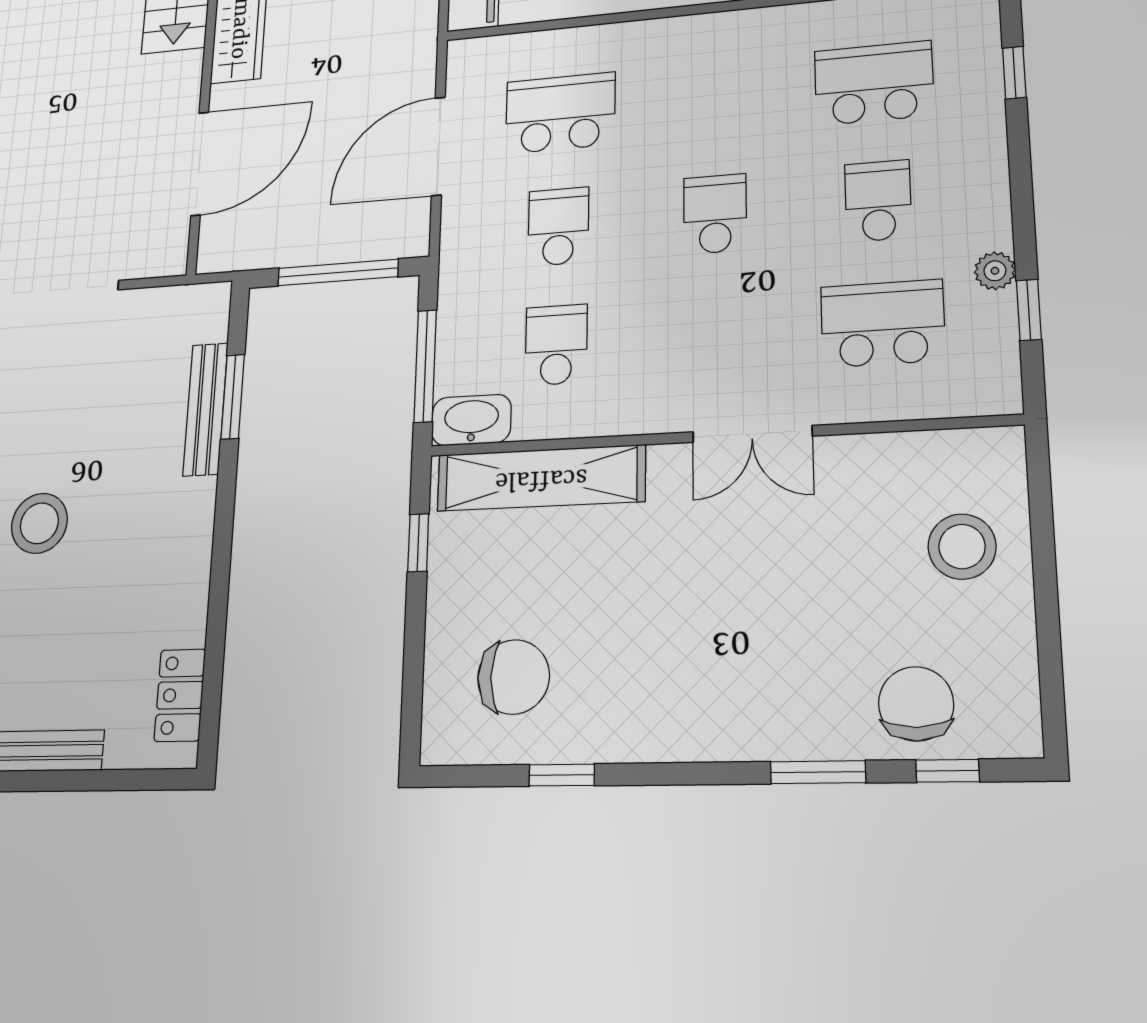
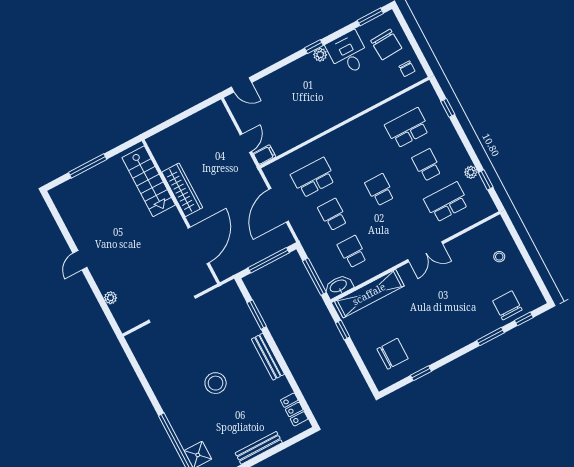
bench: (205, 409) -> (268, 357), moved
stool: (962, 547) -> (499, 257), width x0.53, depth x0.53

